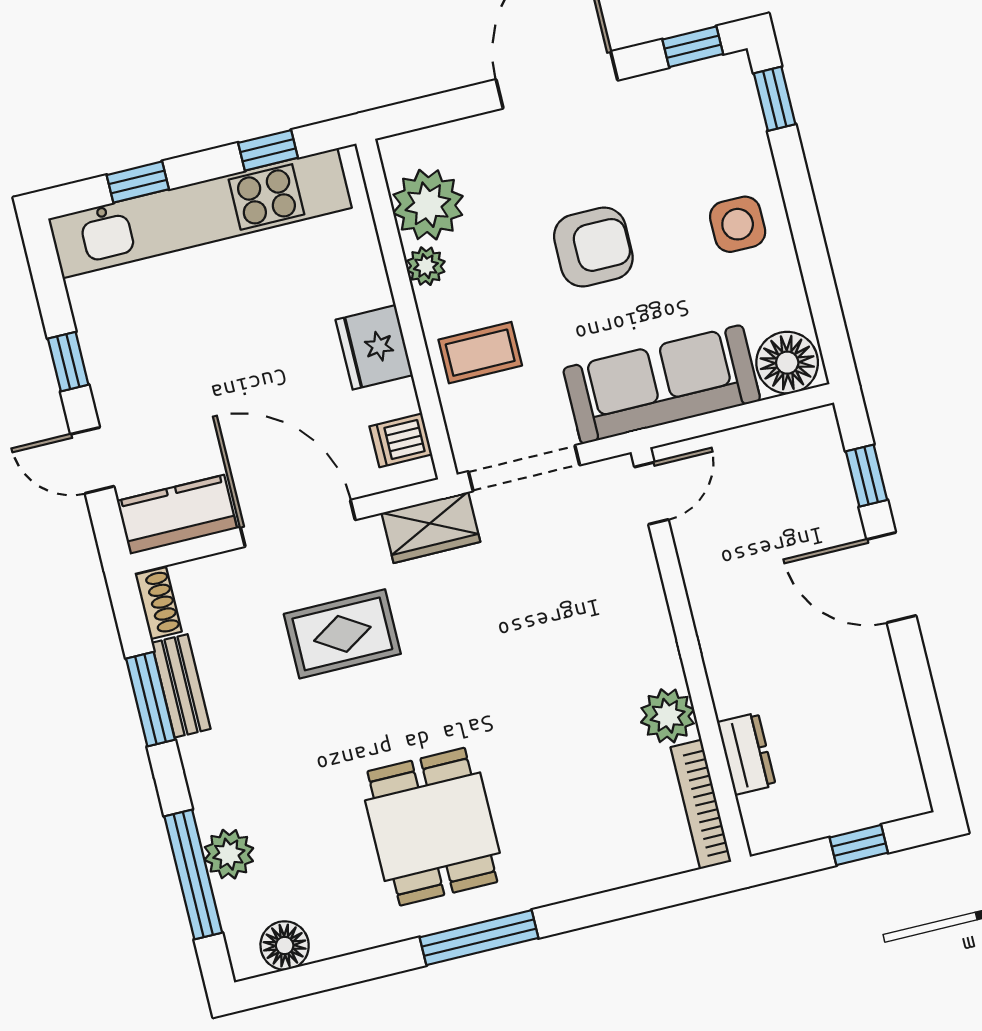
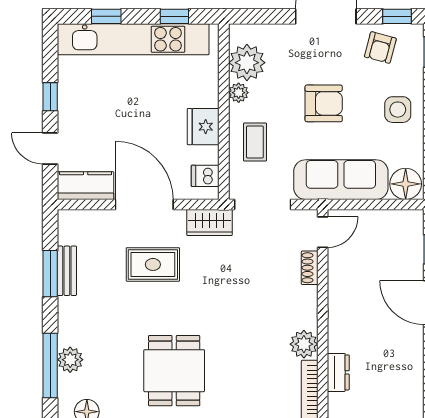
armchair: (676, 114) -> (380, 48), added
coffee table: (480, 353) -> (255, 142), turned 90
shoe rack: (158, 603) -> (310, 268), moved, turned 180

